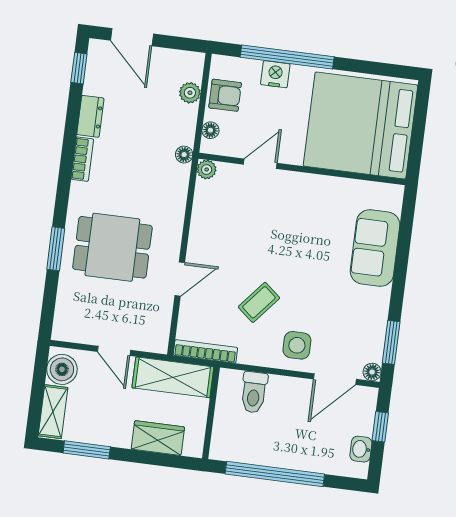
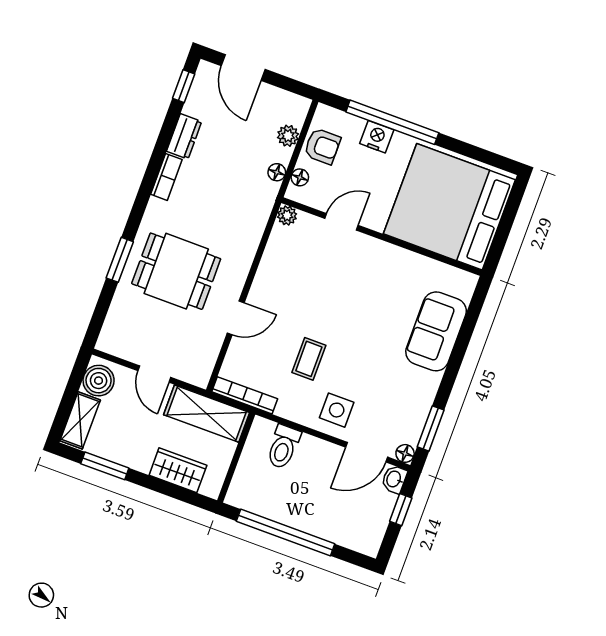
floor lamp: (184, 155) -> (277, 172), moved
coffee table: (259, 302) -> (309, 359), turned -40
washbasin: (361, 449) -> (394, 479), moved

